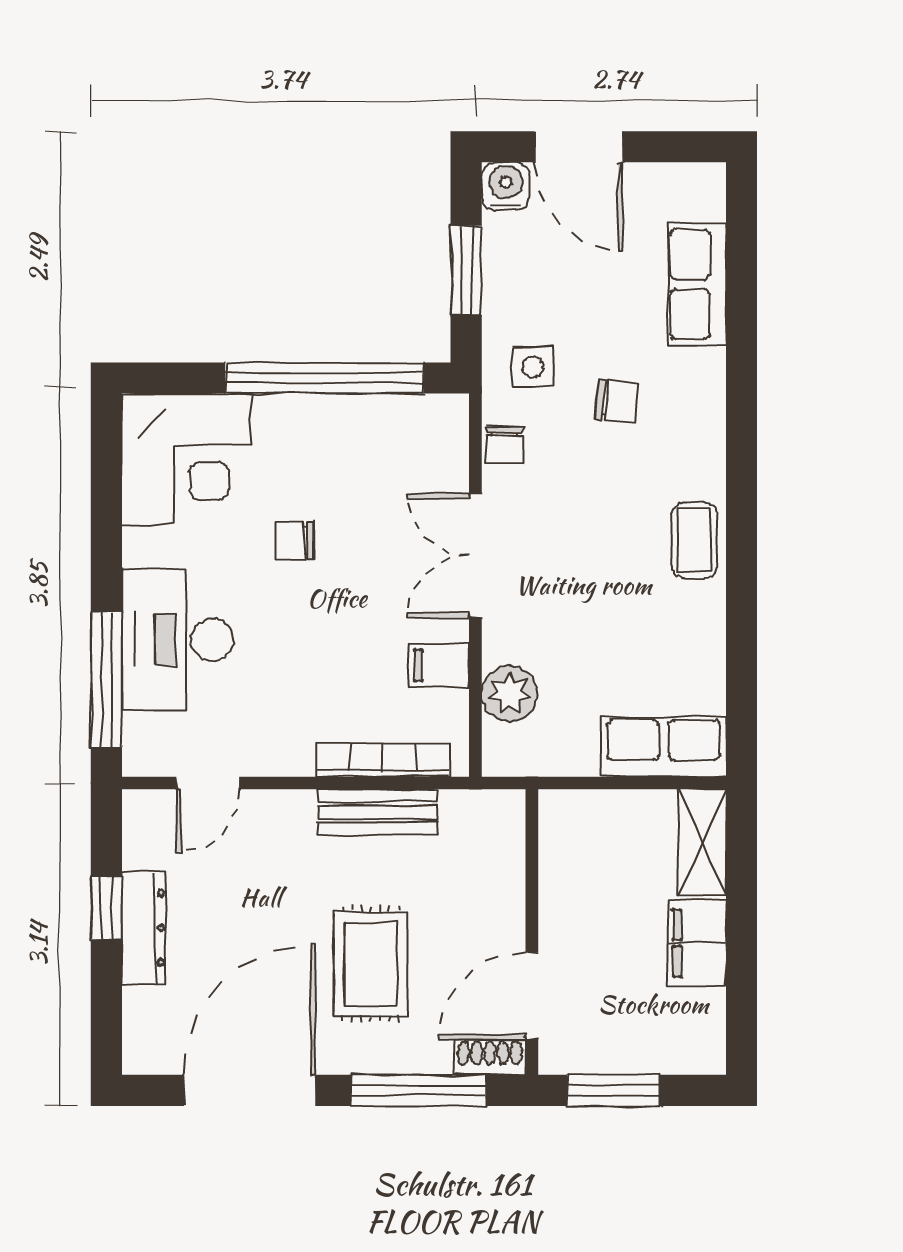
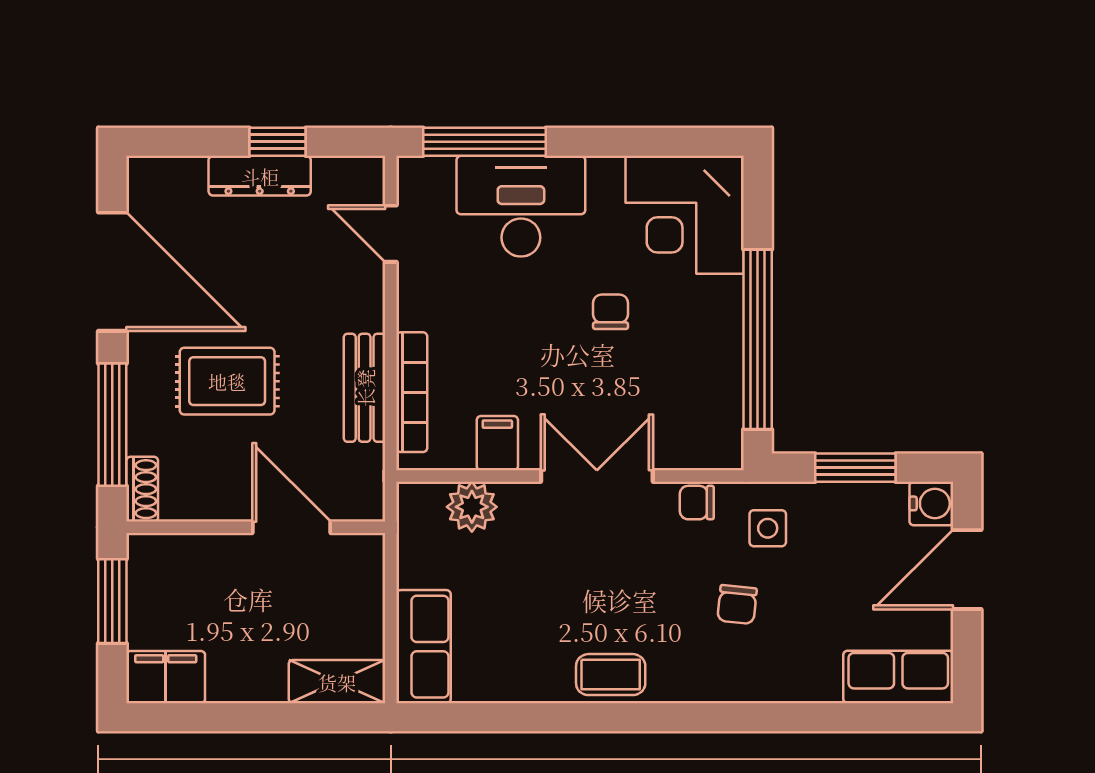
row of seats: (697, 284) -> (898, 677), moved
filing cabinet: (697, 943) -> (166, 677), moved
door: (532, 996) -> (291, 527), moved

